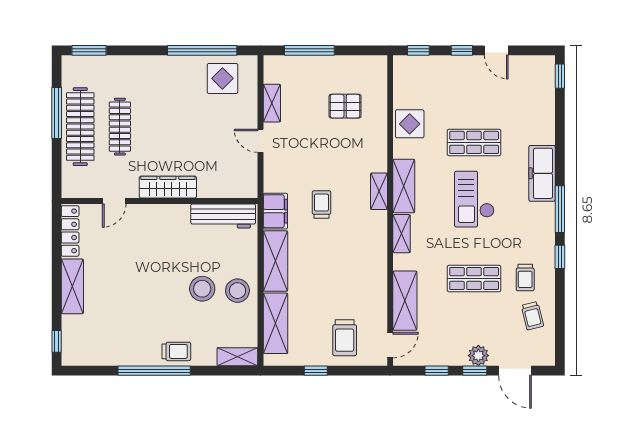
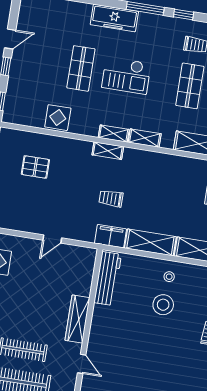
shelving: (272, 103) -> (24, 225), removed
pallet: (345, 106) -> (35, 167), turned 90
shelving: (404, 186) -> (114, 134), width x0.67, depth x0.75
stool: (237, 291) -> (169, 277), width x0.53, depth x0.53

